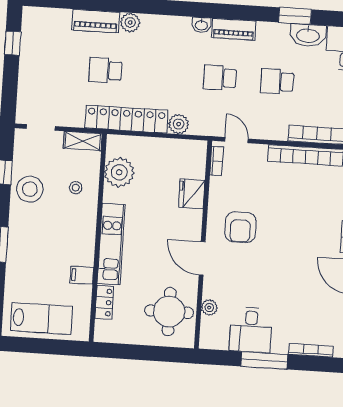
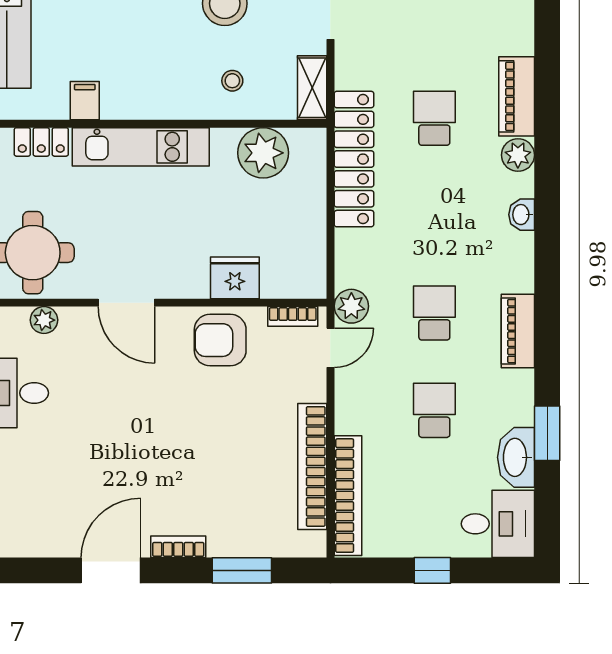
washbasin: (201, 25) -> (522, 215), moved
plant: (179, 124) -> (351, 306), moved
armchair: (240, 227) -> (220, 340), moved
door: (202, 258) -> (126, 303), swing flipped

